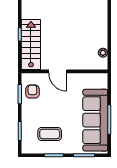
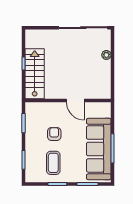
plant: (103, 53) -> (106, 55), moved
door: (58, 71) -> (75, 100), moved
armchair: (32, 92) -> (54, 134), moved
coffee table: (50, 134) -> (53, 163), turned 90

